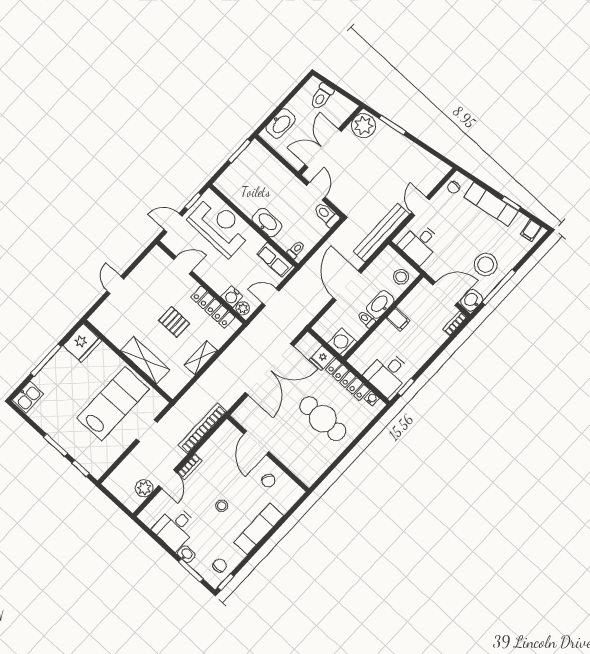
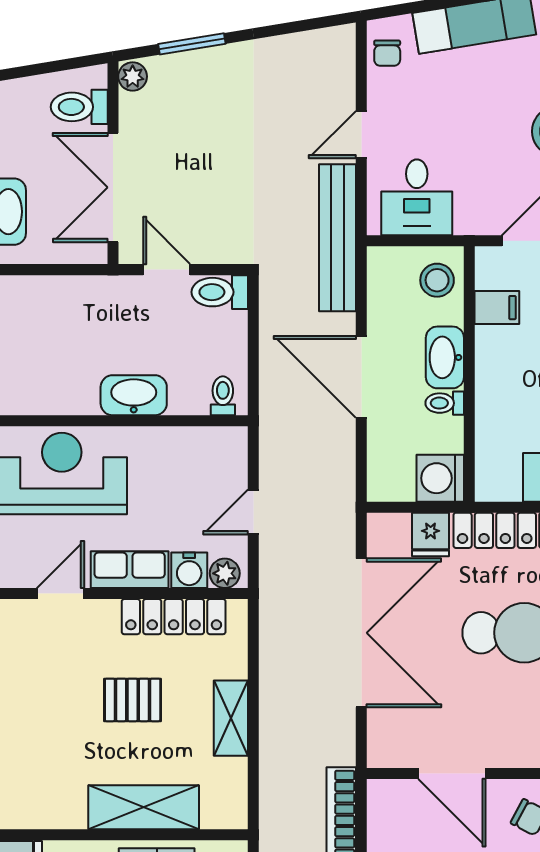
toilet: (322, 96) -> (79, 107), moved, turned 99
plant: (363, 126) -> (133, 76), width x0.53, depth x0.53
door: (420, 206) -> (361, 135), hinge flipped
row of seats: (275, 260) -> (130, 570), moved, turned 180
filing cabinet: (398, 319) -> (497, 308), moved

